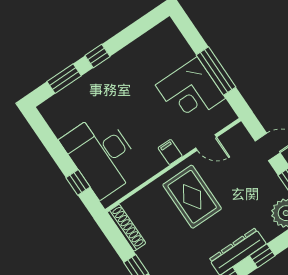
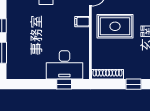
desk: (102, 155) -> (64, 65), width x0.73, depth x0.77

